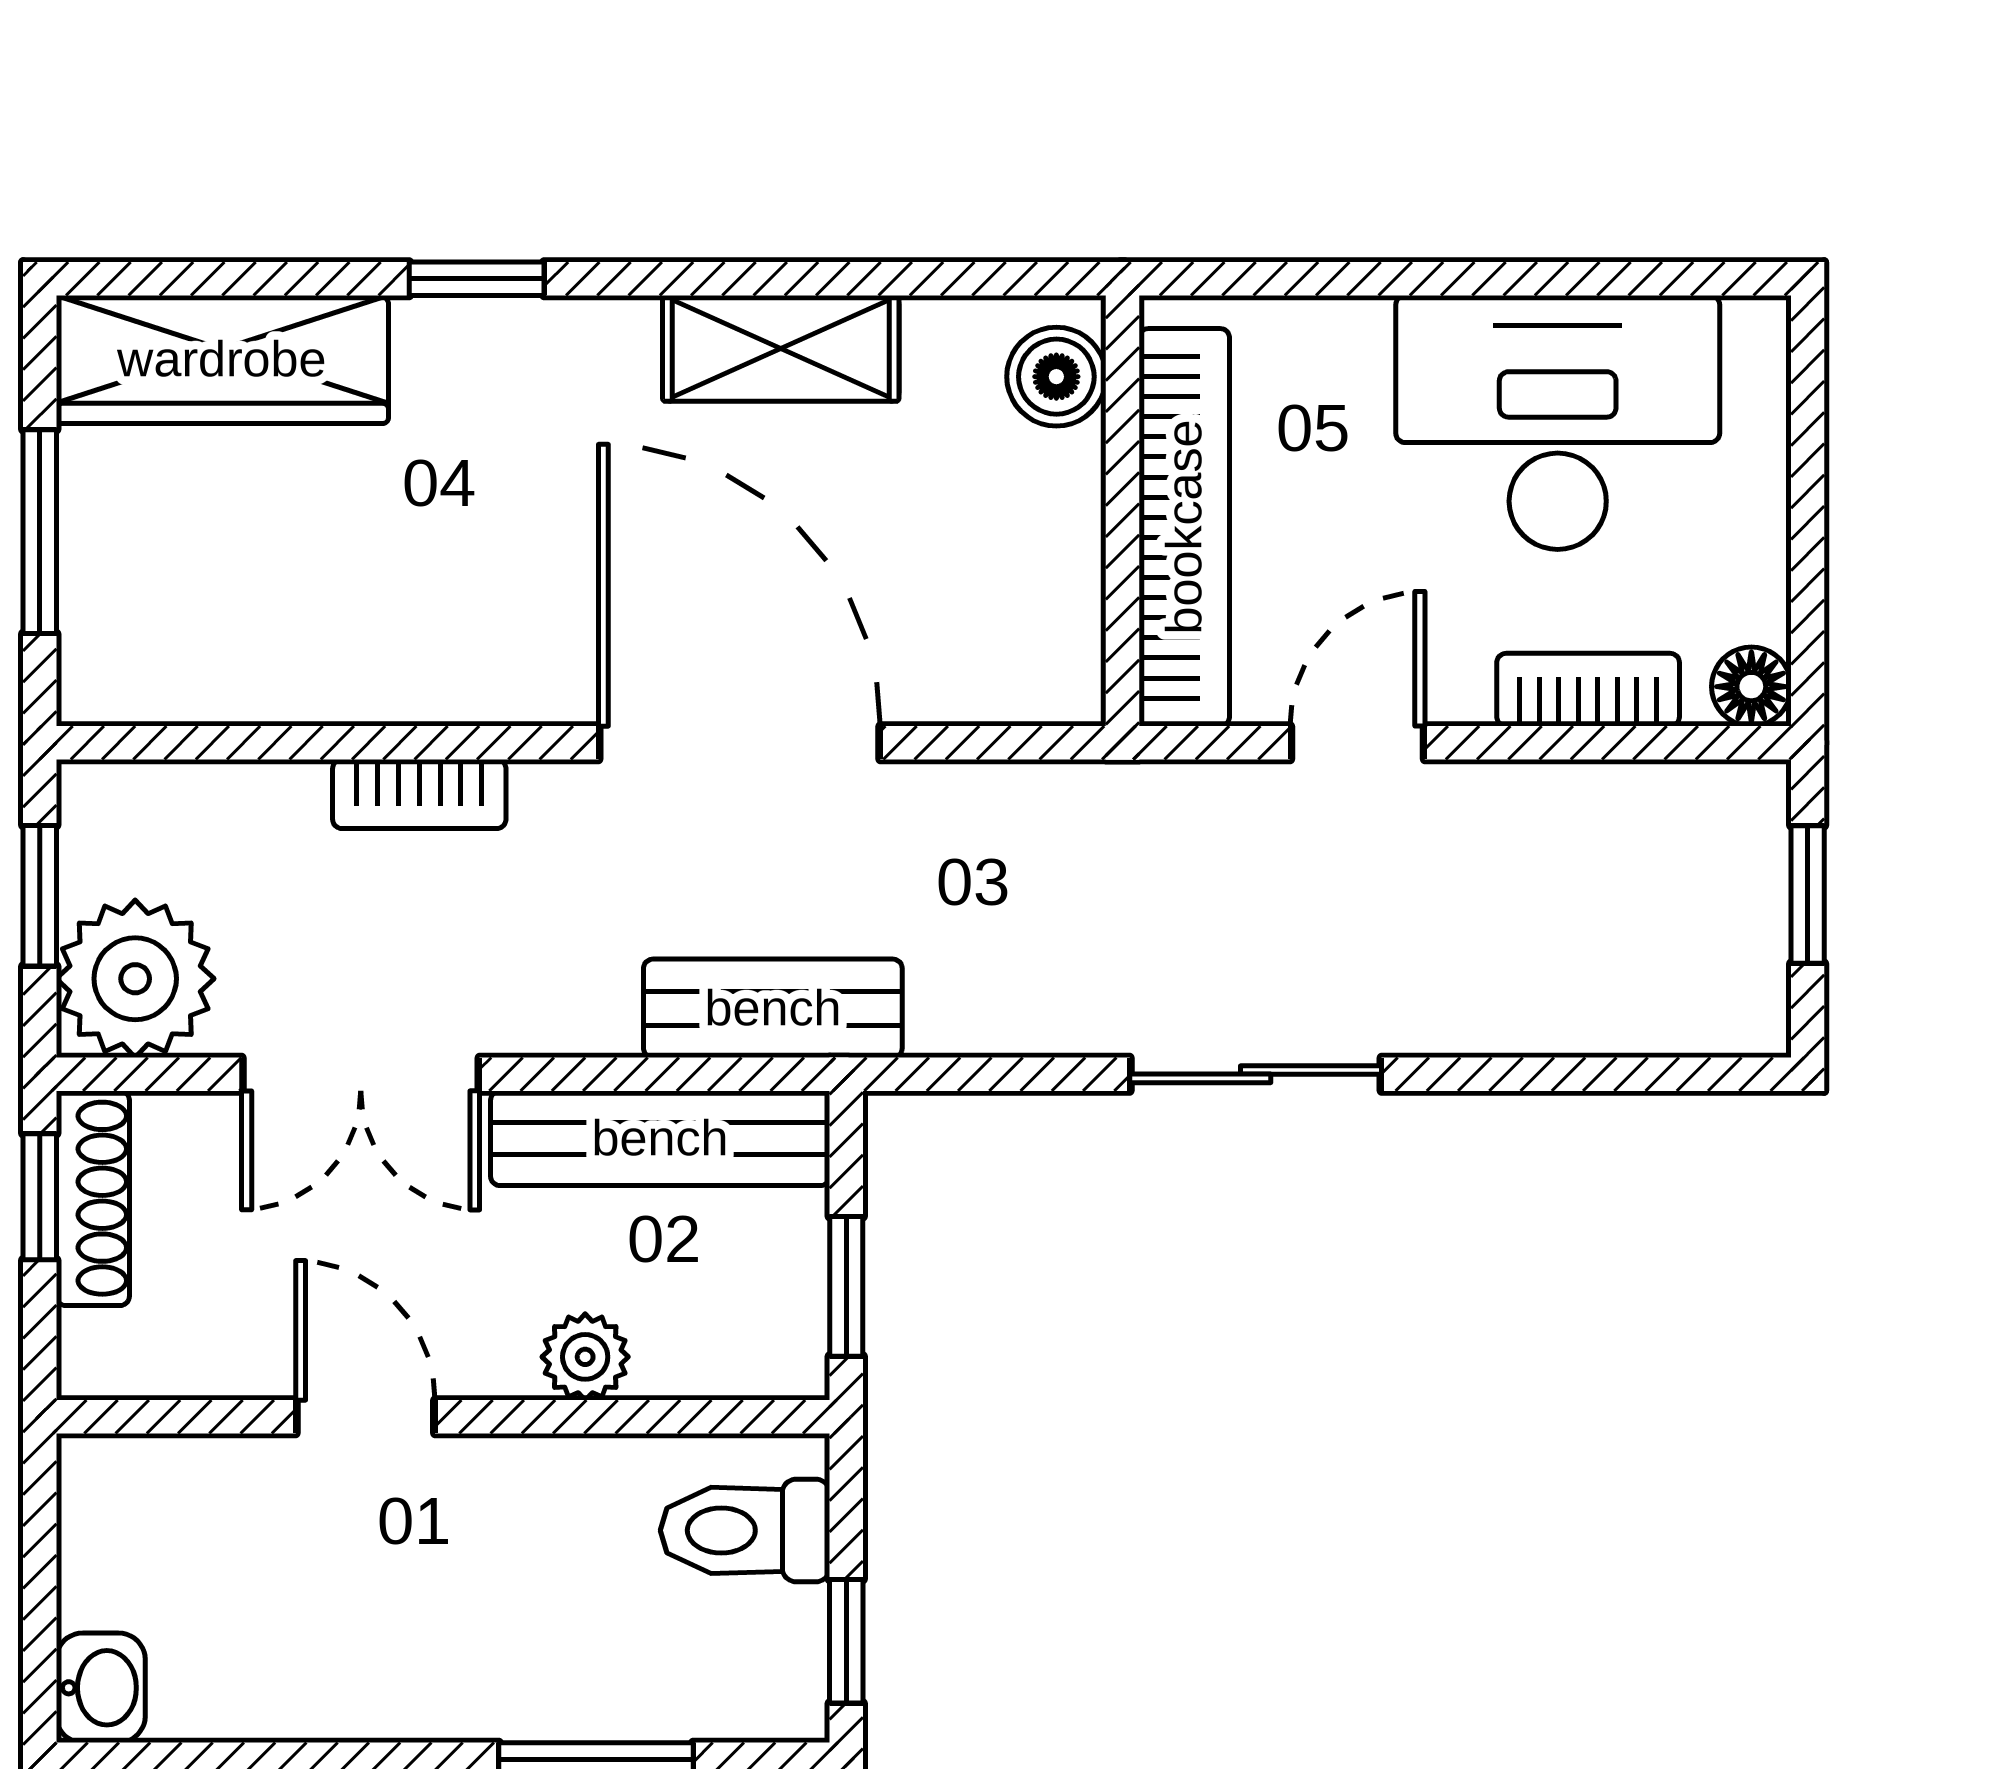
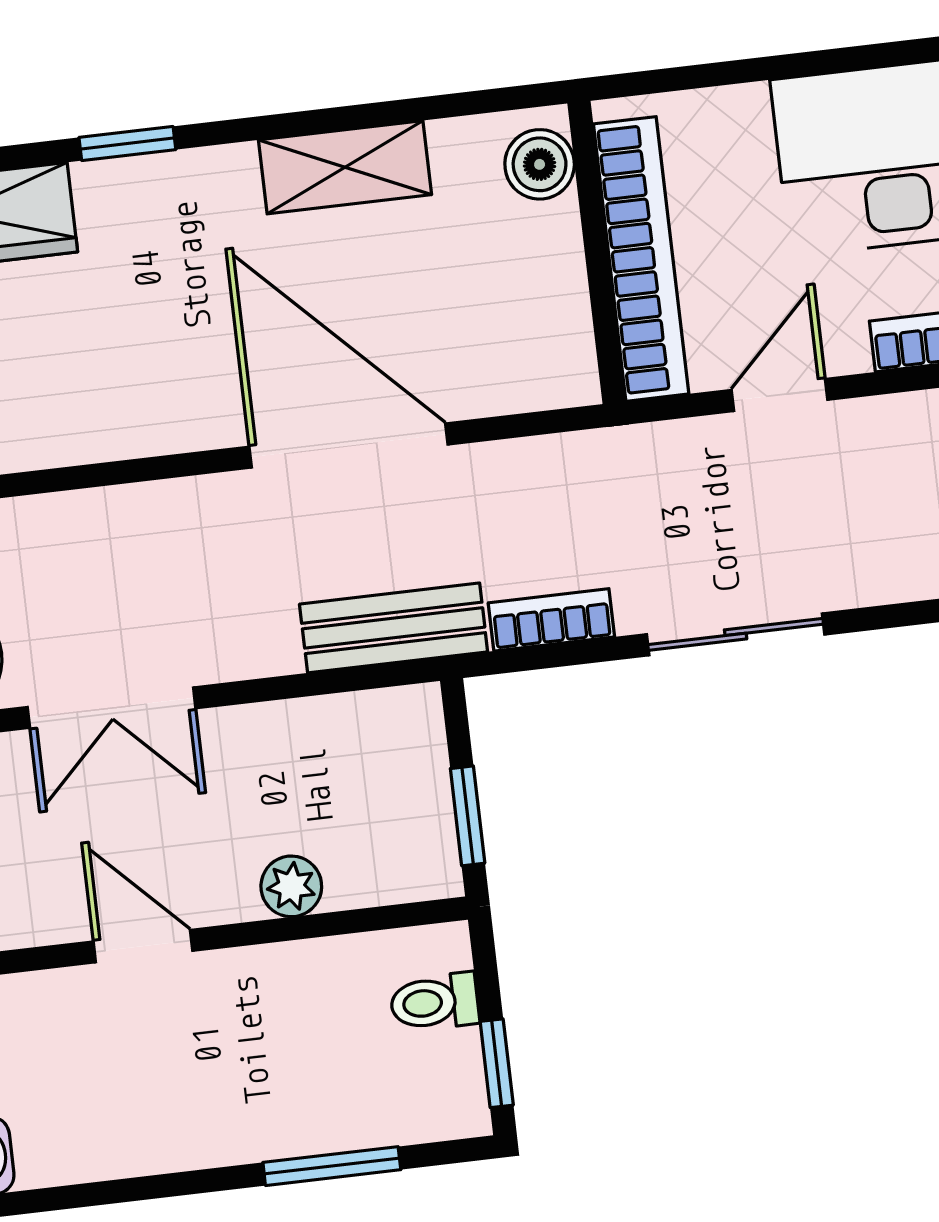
bookcase: (419, 794) -> (551, 620), moved, turned 180
bench: (660, 1138) -> (326, 728), removed
toilet: (745, 1530) -> (435, 1002), width x0.73, depth x0.72

